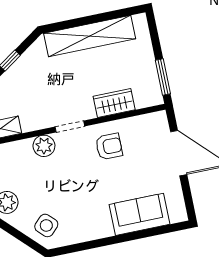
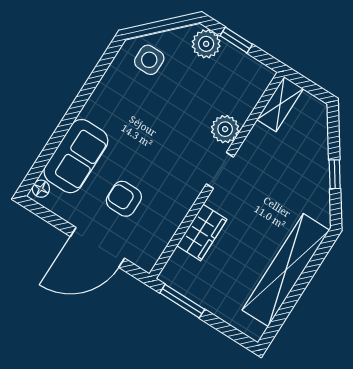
armchair: (109, 146) -> (124, 199), moved, turned 90
floor lamp: (176, 216) -> (41, 189), added
side table: (46, 225) -> (149, 60), turned 45

